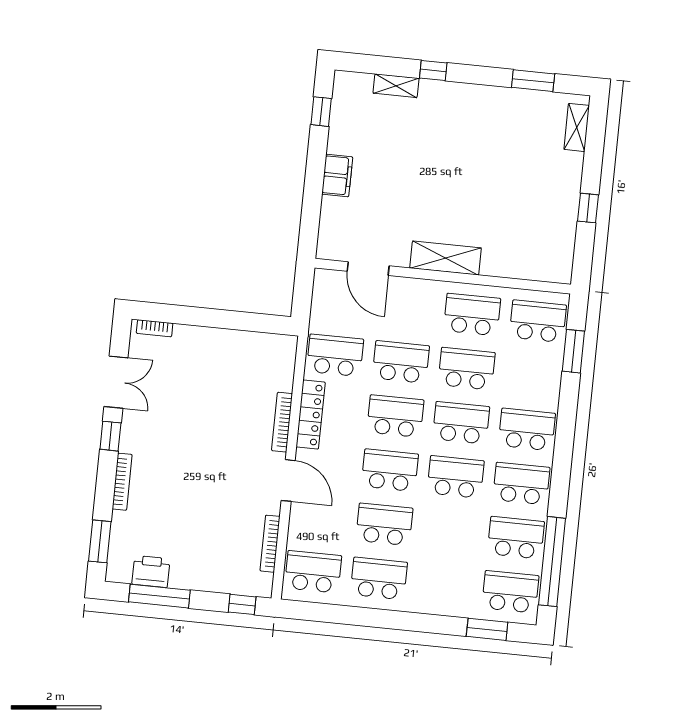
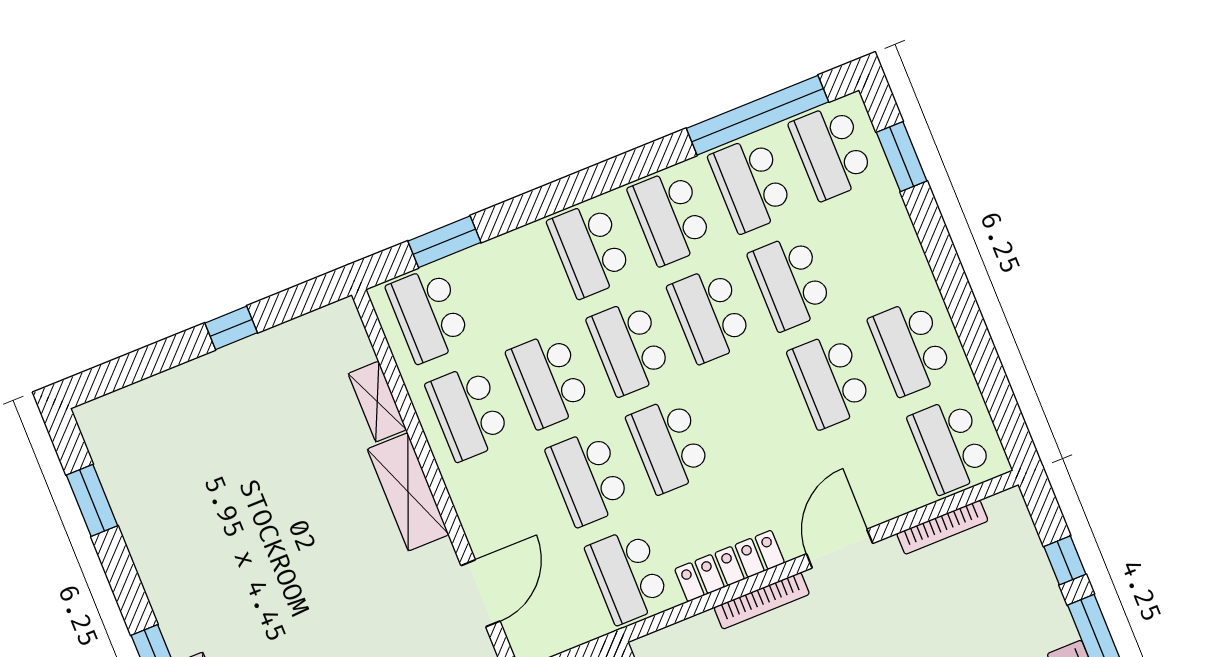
shelving: (577, 127) -> (377, 402), moved, turned 90
school desk: (390, 470) -> (790, 282), moved
window: (242, 604) -> (1065, 560), moved

